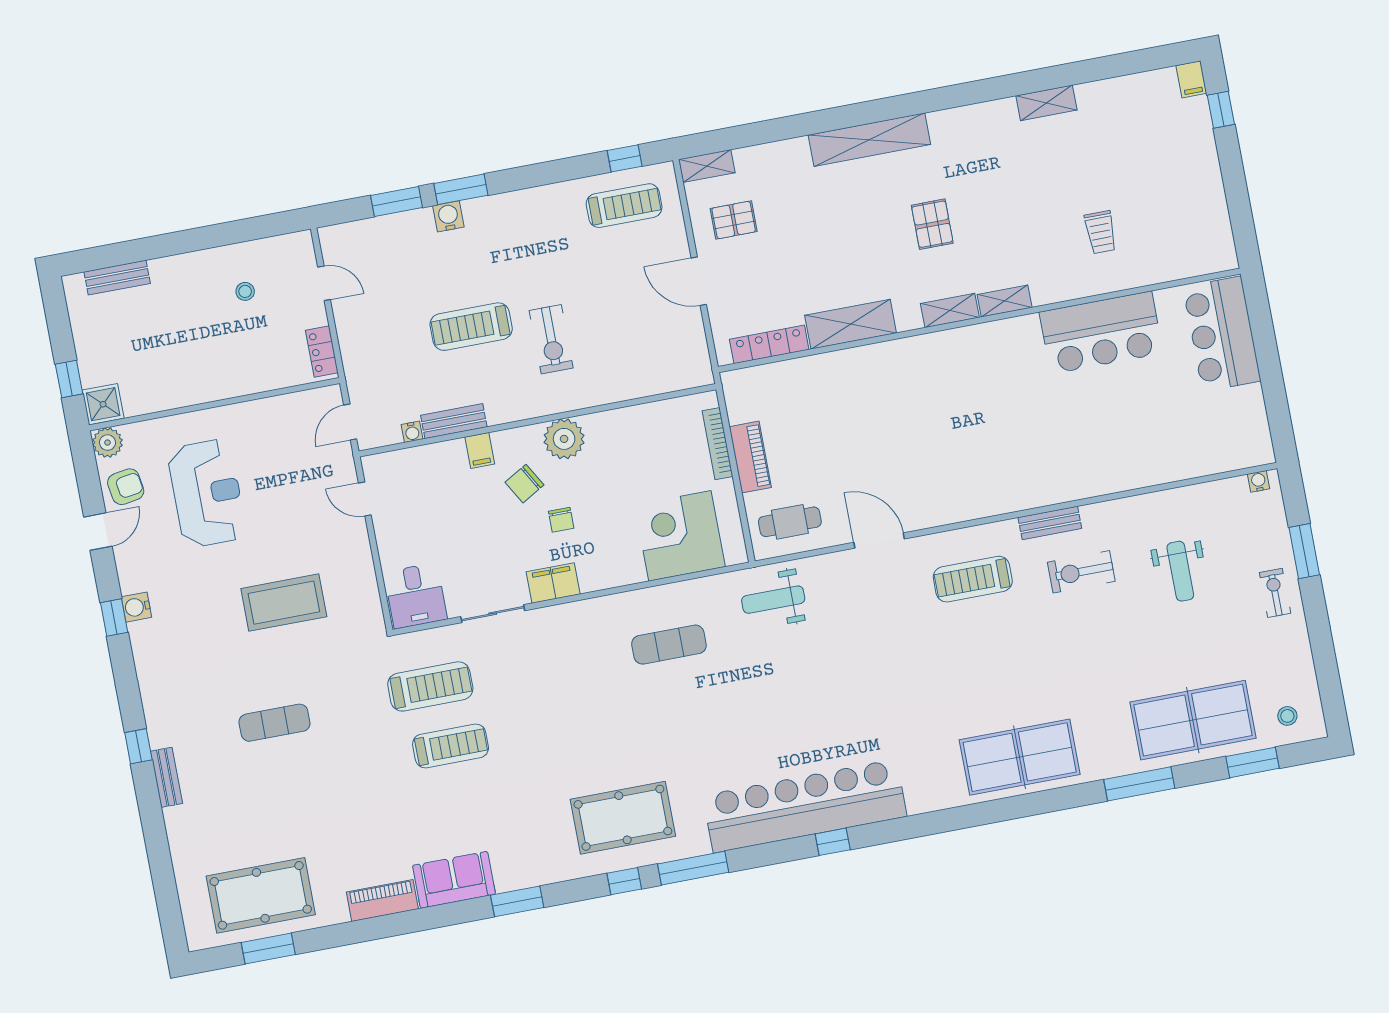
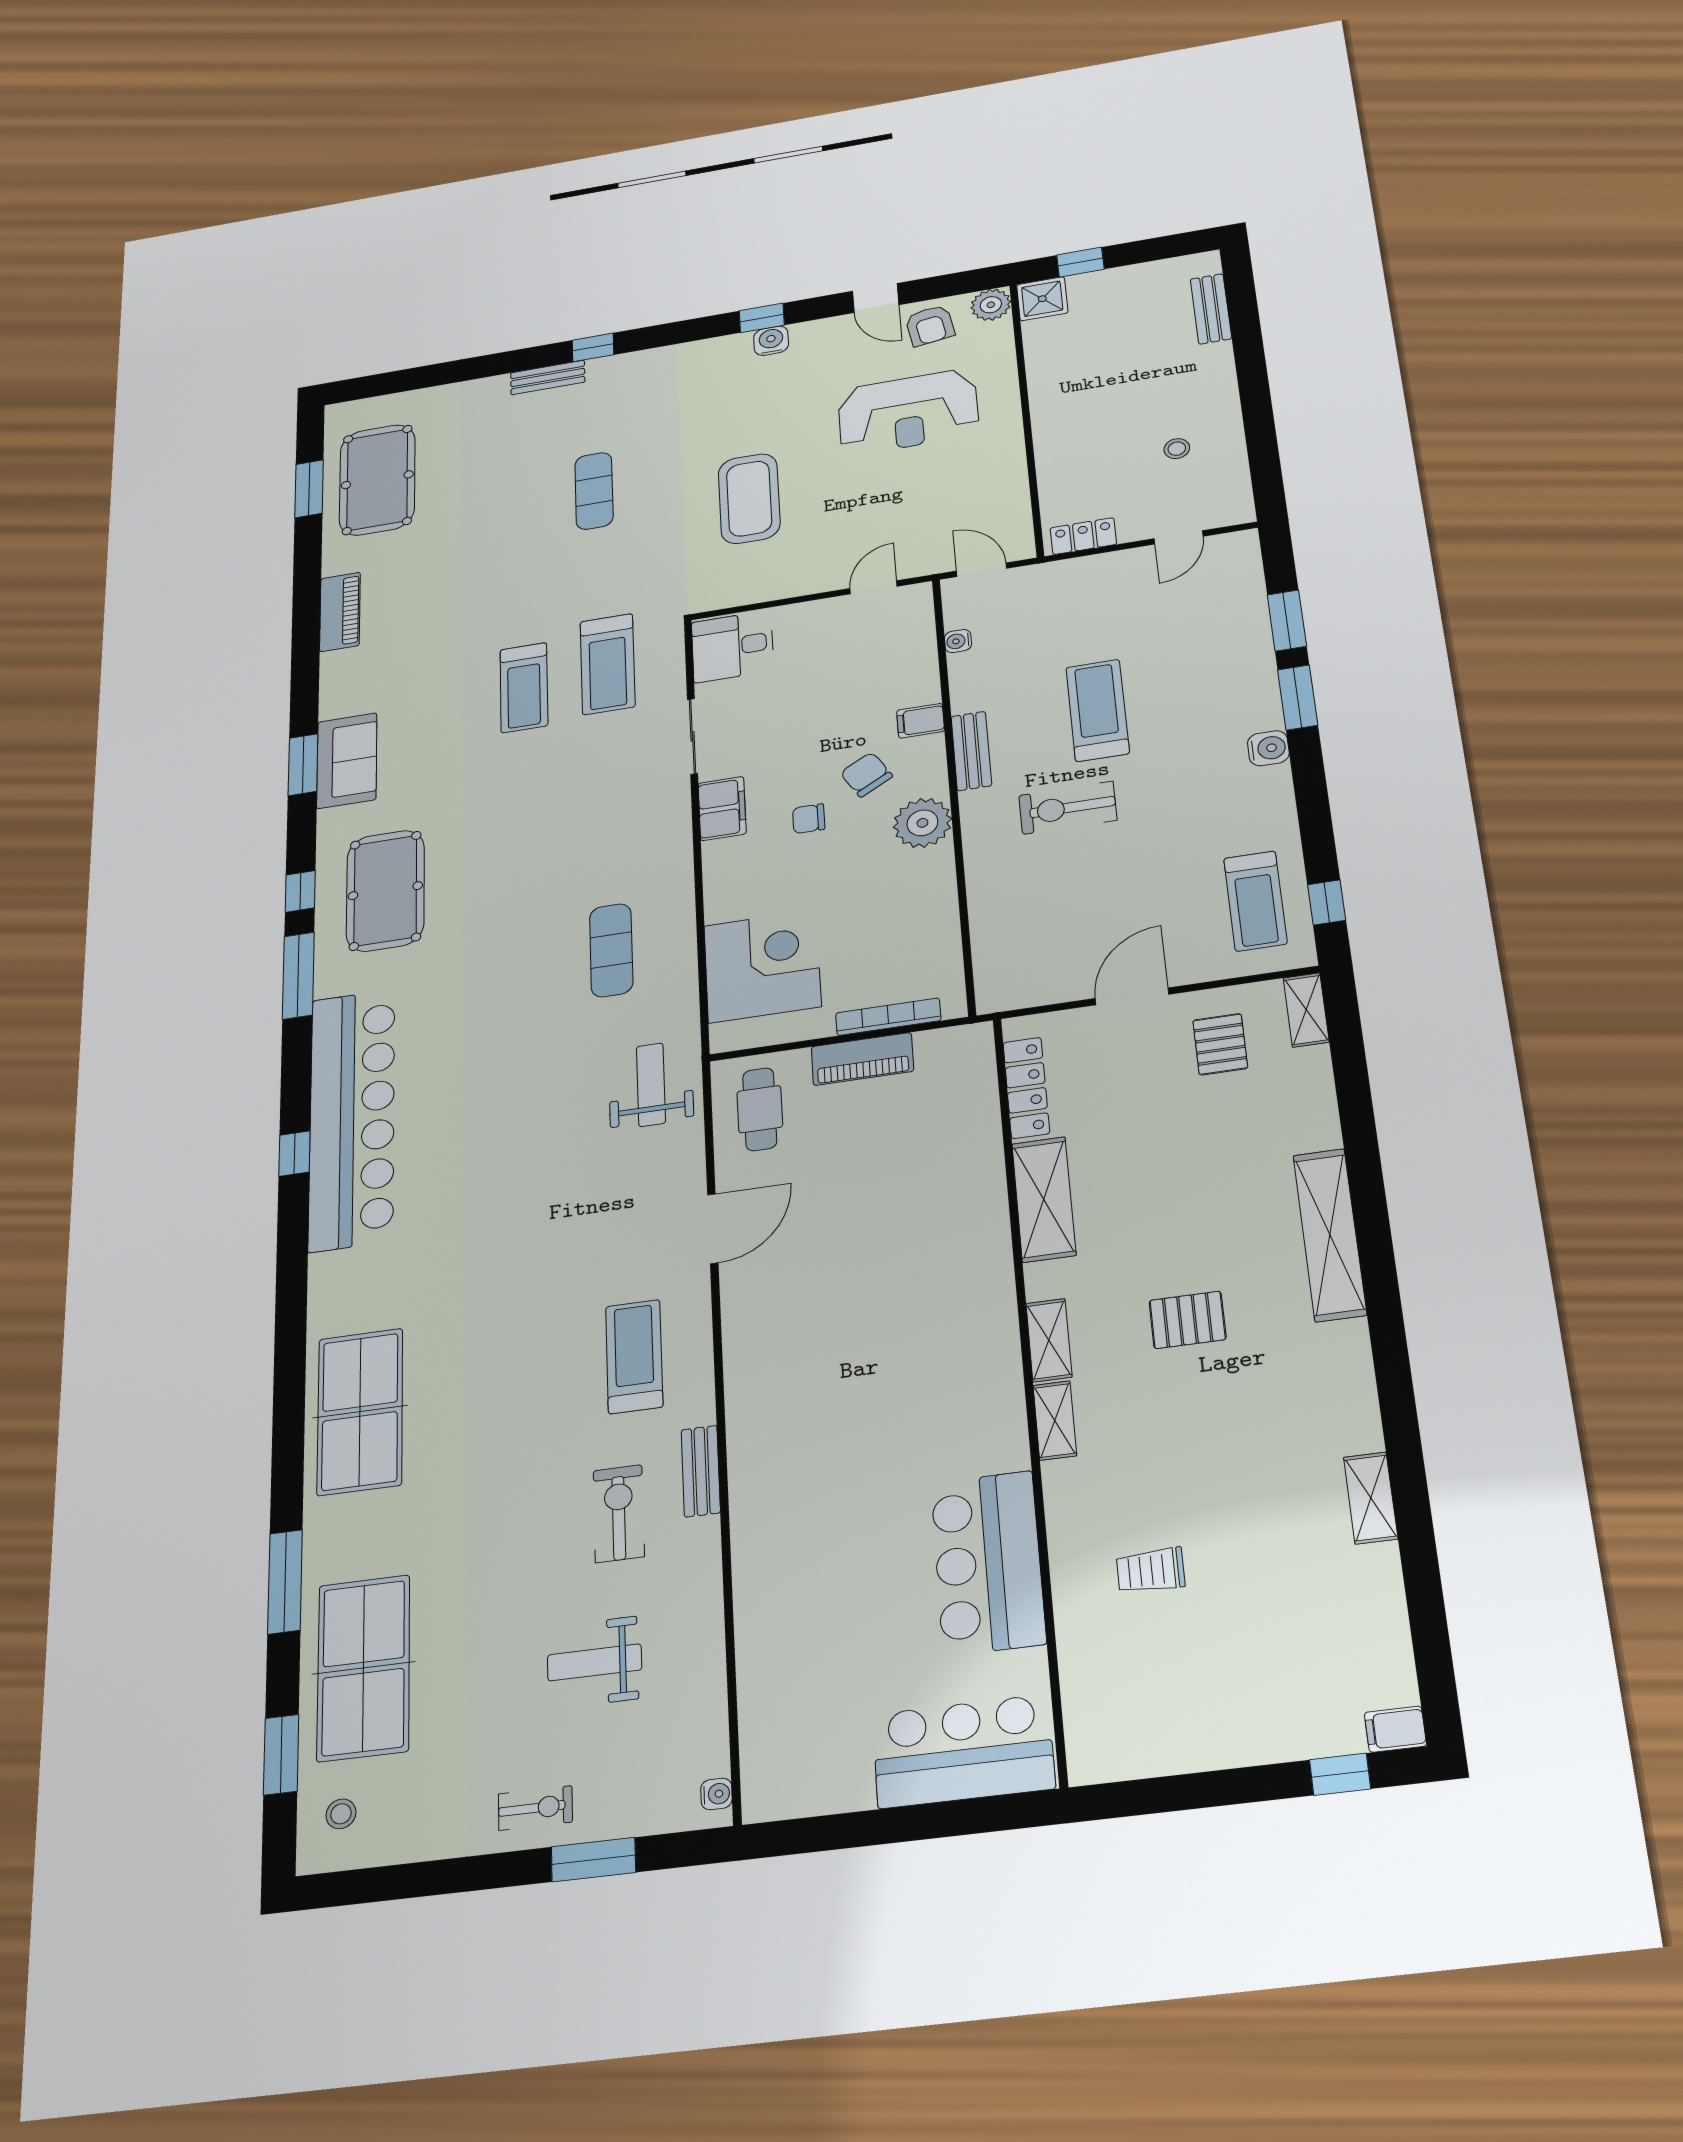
water cooler: (448, 216) -> (1268, 748), moved
bench: (454, 421) -> (971, 751), moved
sofa: (454, 880) -> (347, 761), moved

